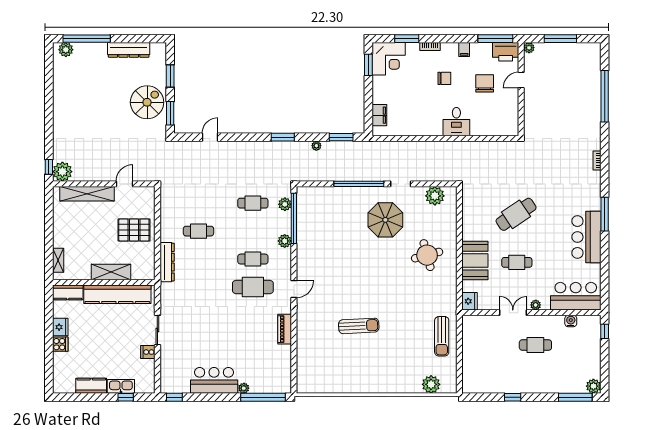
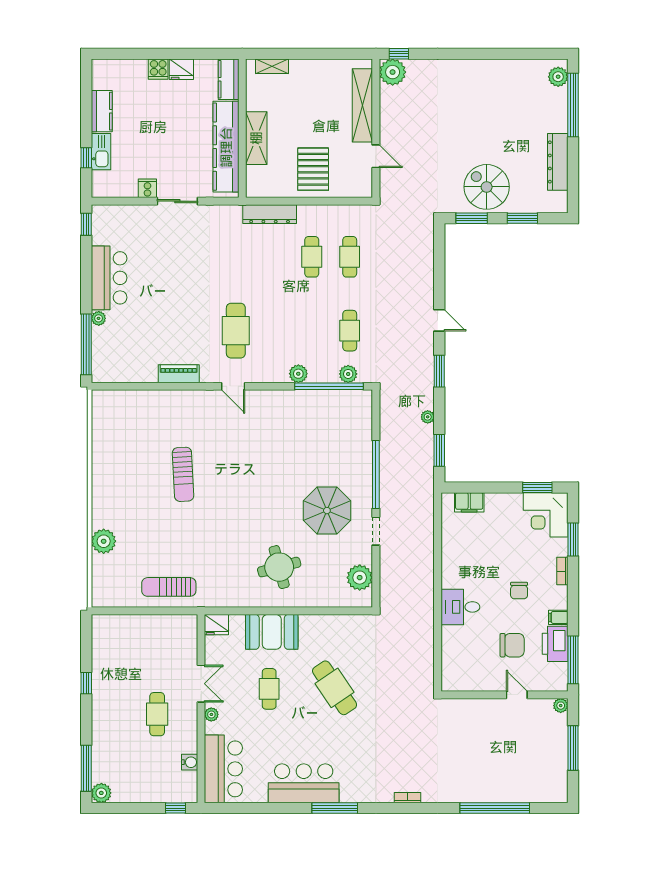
printer: (506, 52) -> (555, 644), moved
spiral stairs: (147, 102) -> (487, 187), turned 180
door: (210, 137) -> (439, 320), moved
cafe table: (253, 259) -> (350, 257), moved
plant: (431, 384) -> (104, 541), moved

